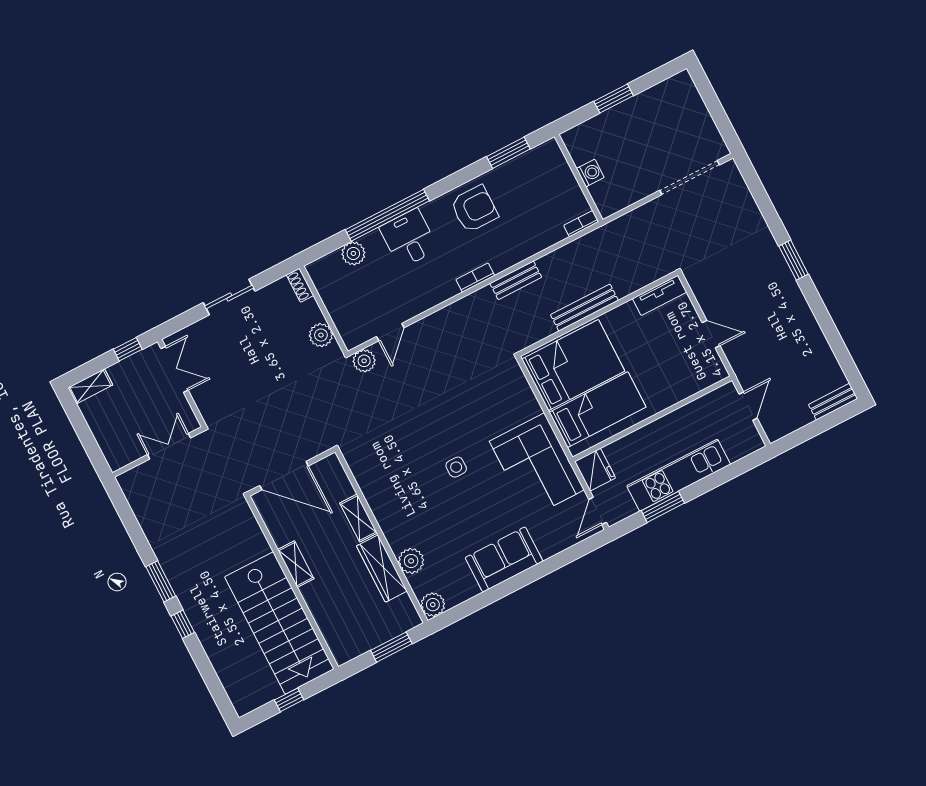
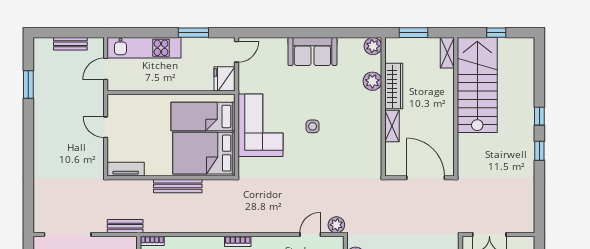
window: (794, 260) -> (28, 85), moved
bench: (516, 280) -> (125, 226), moved
bench: (833, 402) -> (70, 44), moved
corner sofa: (537, 466) -> (261, 125), moved
kitchen unit: (679, 475) -> (144, 48), moved
shelving: (296, 564) -> (447, 53), moved
window: (161, 581) -> (539, 151), width x0.67

